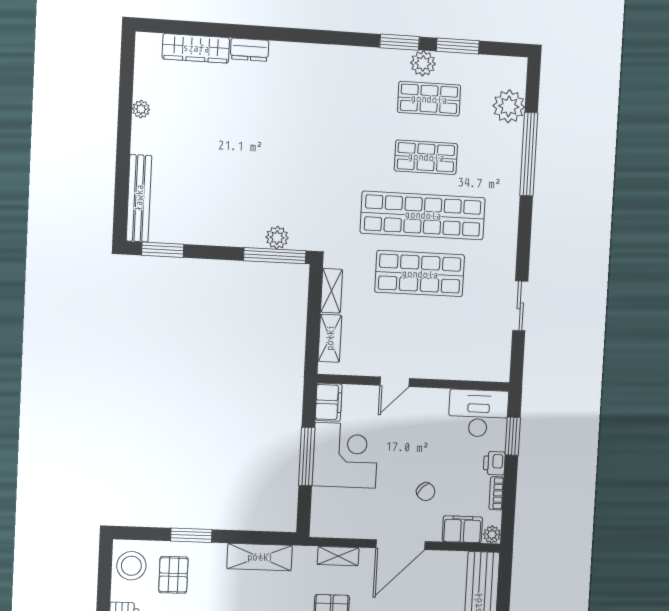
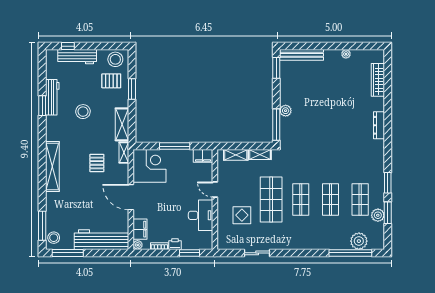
dresser: (250, 50) -> (379, 125), moved, width x1.44
plant: (423, 63) -> (378, 215), moved
window: (529, 154) -> (350, 253), moved
shop shelf: (423, 215) -> (301, 199), width x0.50, depth x0.74
plant: (277, 238) -> (286, 111), moved
display table: (447, 332) -> (242, 215), added
desk: (478, 413) -> (201, 215), moved
corner desk: (345, 455) -> (150, 166), moved, turned -90
chair: (426, 492) -> (159, 209), removed
shelving: (338, 556) -> (124, 153), moved

